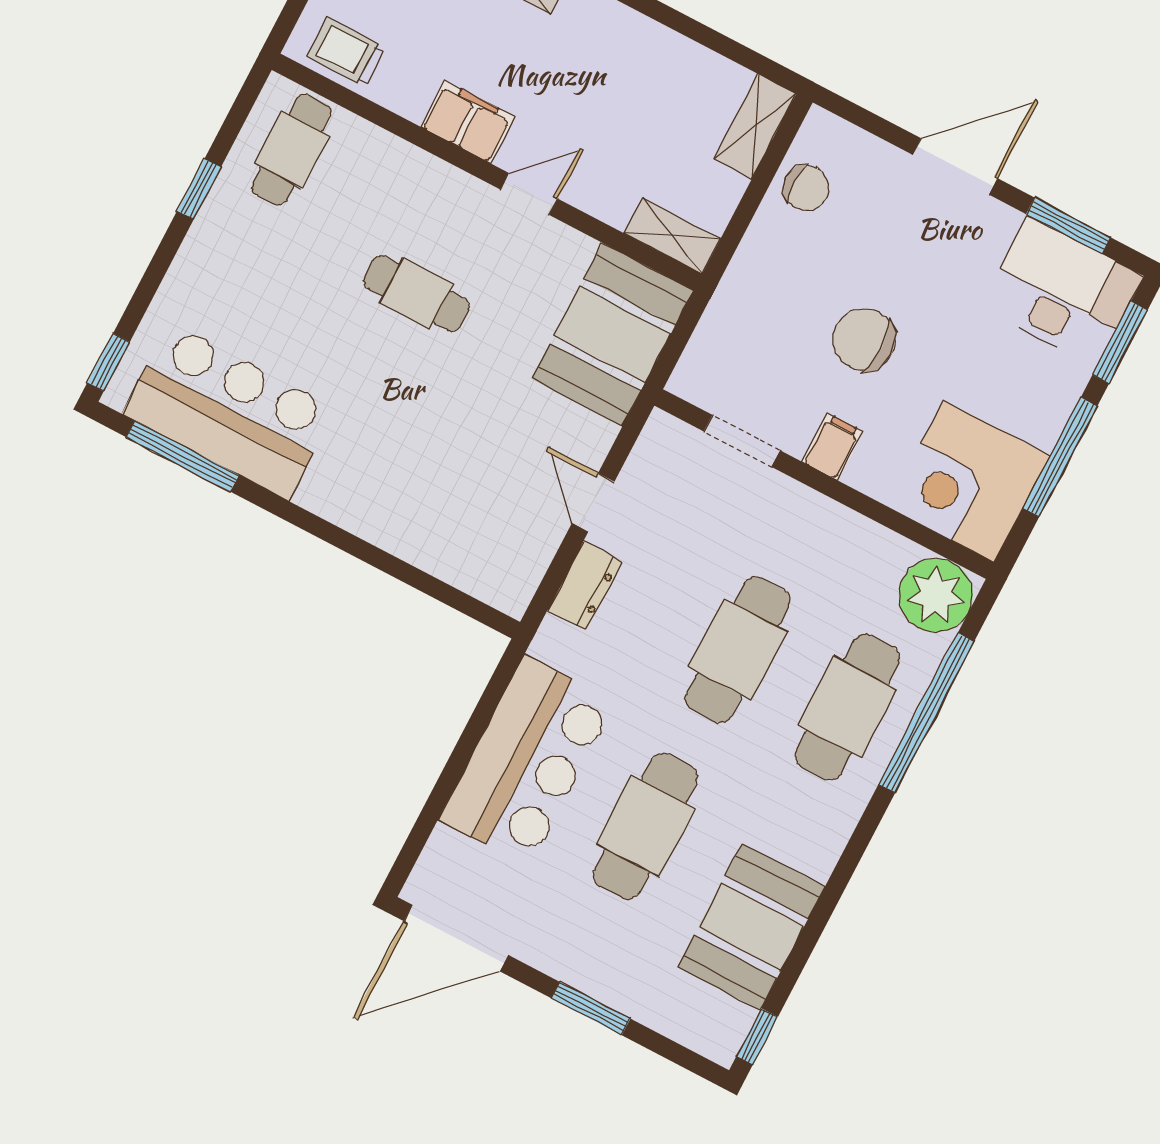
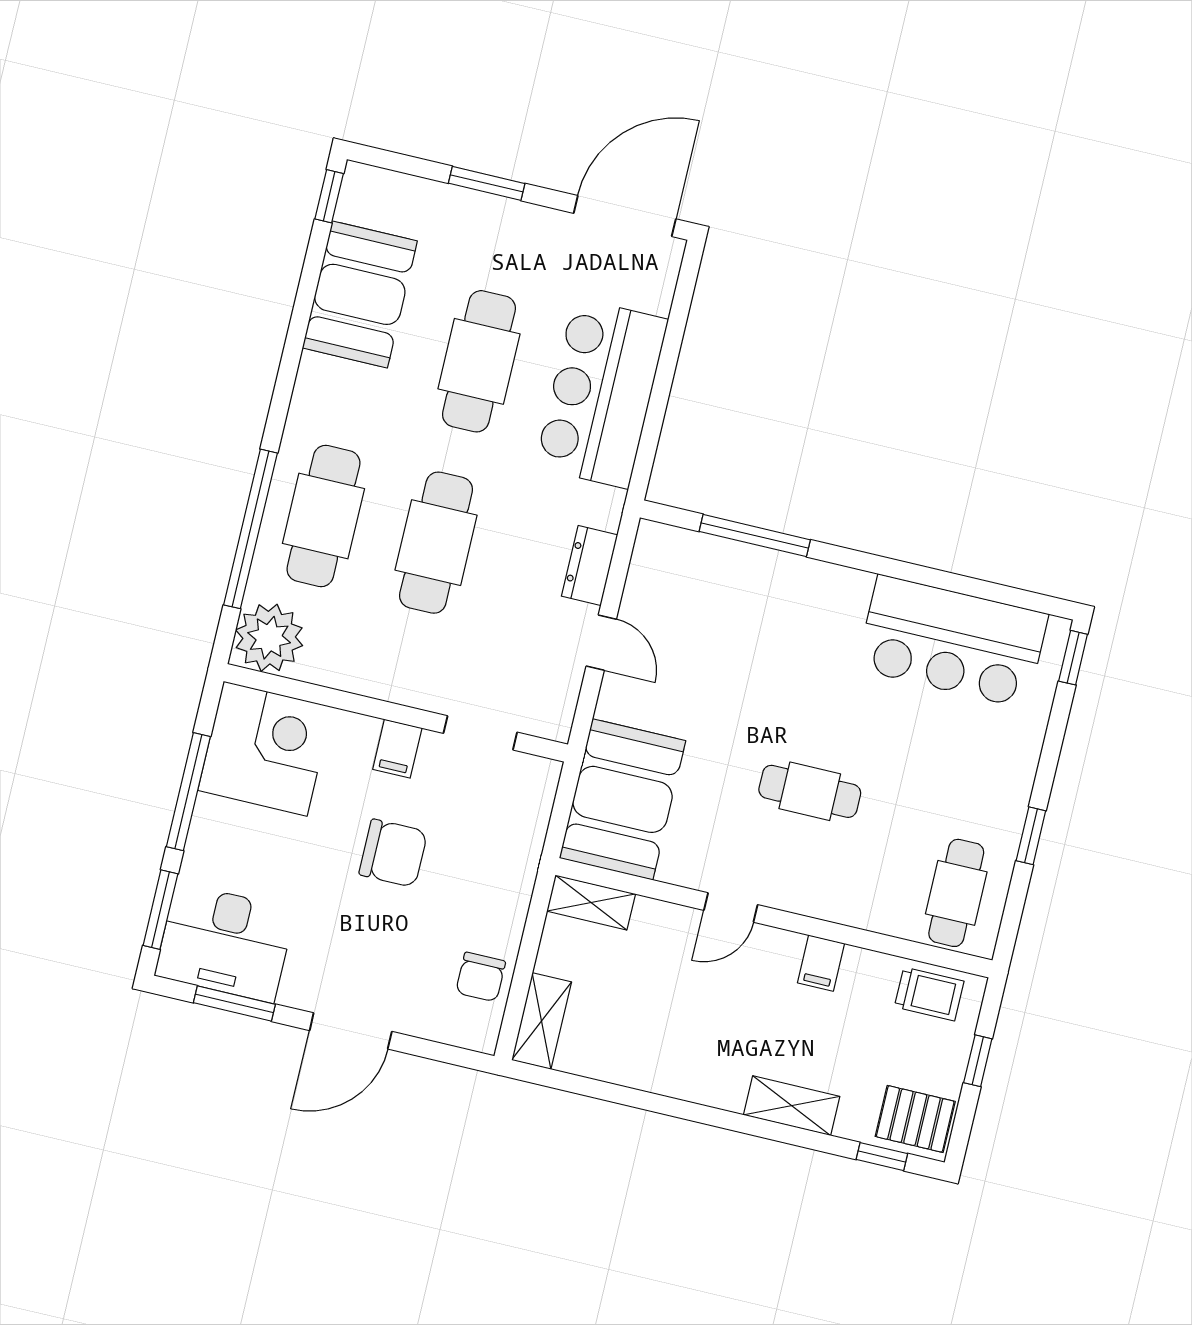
filing cabinet: (468, 122) -> (821, 963), width x0.50
chair: (806, 188) -> (481, 977), turned -90
window: (182, 456) -> (755, 536), moved

